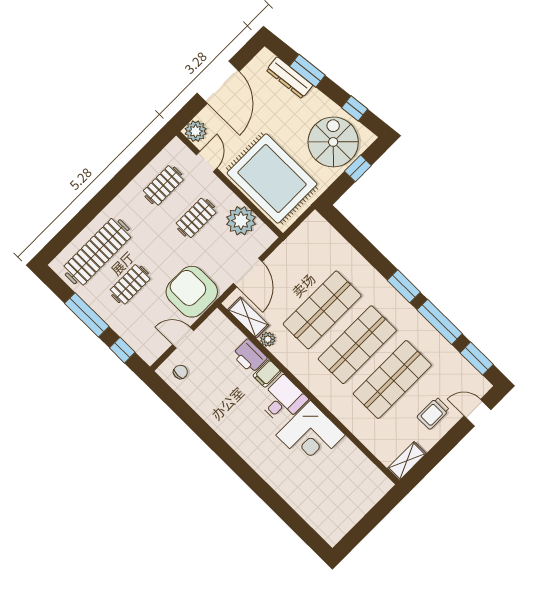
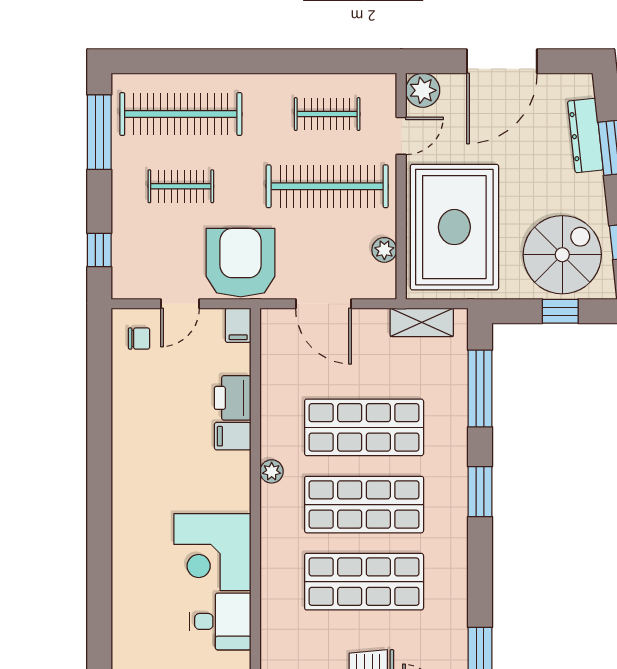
clothes rail: (196, 218) -> (327, 186), width x1.86, depth x1.31
plant: (241, 221) -> (384, 250), width x0.53, depth x0.53
door: (248, 273) -> (323, 304), hinge flipped
window: (87, 315) -> (99, 132), moved
shelving: (248, 317) -> (422, 322), moved, turned 90
filing cabinet: (219, 321) -> (238, 325), added
window: (440, 322) -> (480, 388), moved
door: (183, 338) -> (180, 304), swing flipped
plant: (268, 339) -> (272, 471), moved
desk: (283, 400) -> (220, 621), moved

